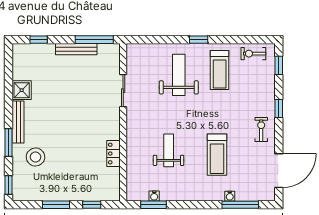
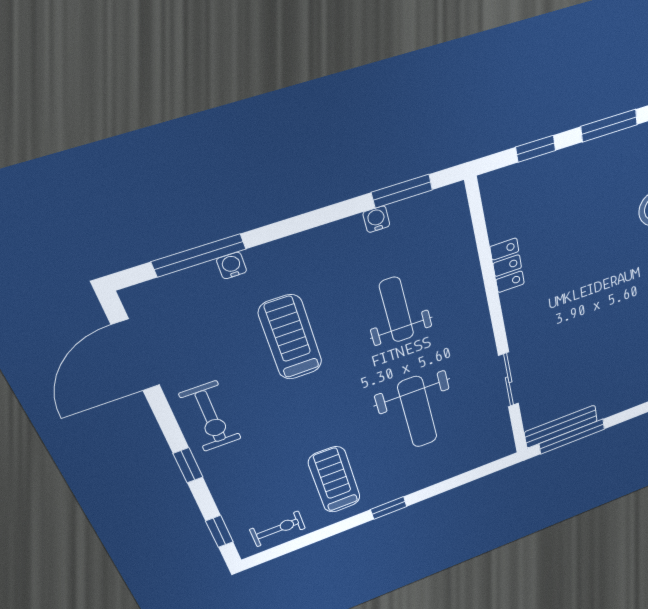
bench: (76, 49) -> (561, 427), moved
weight bench: (179, 75) -> (417, 412), moved
exercise bike: (261, 130) -> (211, 416), width x1.38, depth x1.39
weight bench: (169, 150) -> (397, 310), turned 180
water cooler: (154, 196) -> (376, 219), moved

